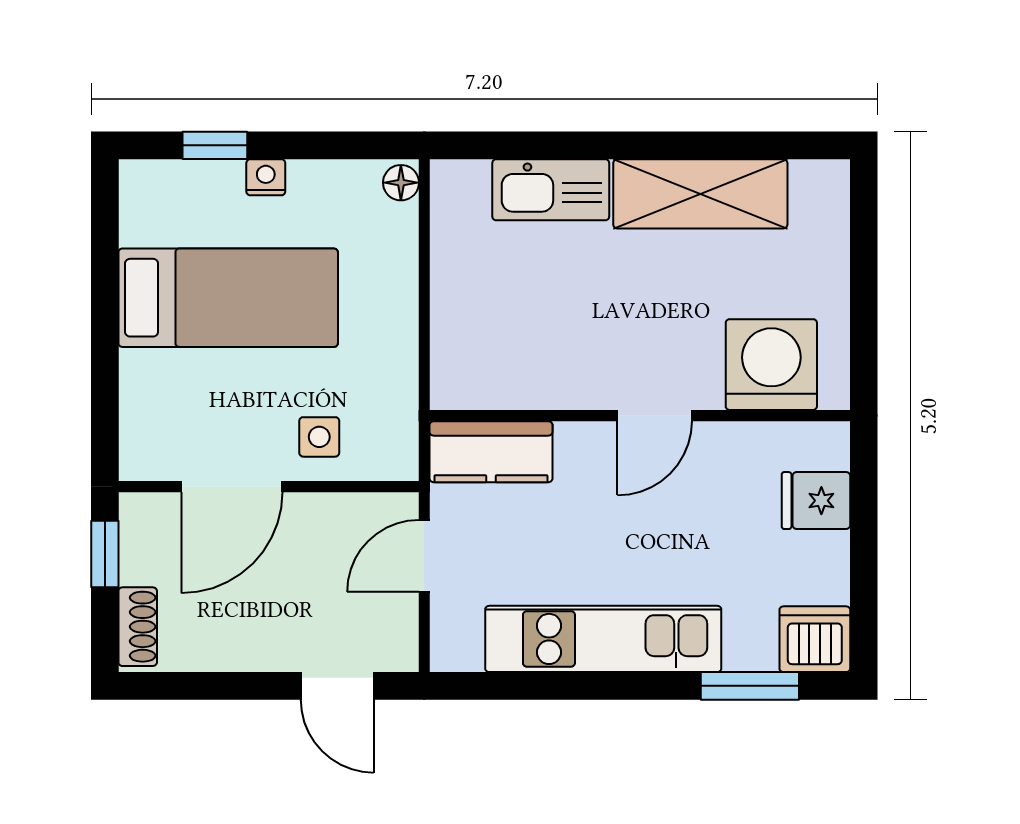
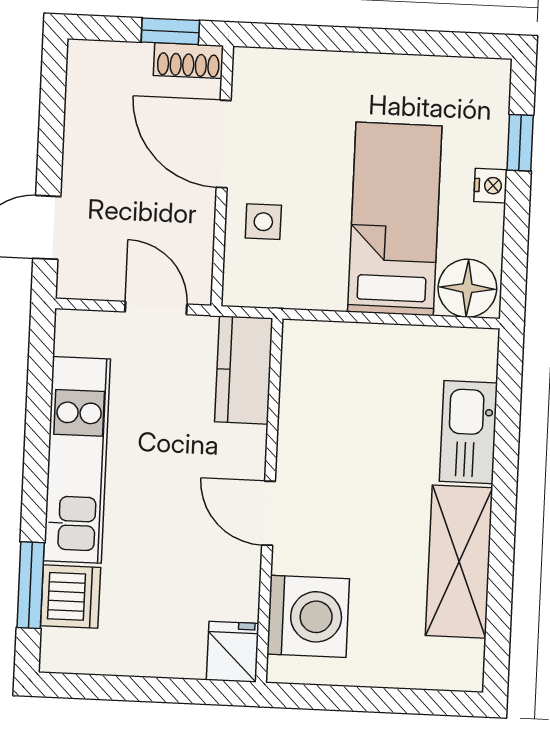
floor lamp: (401, 183) -> (467, 288), width x1.89, depth x1.89
bed: (228, 298) -> (395, 219), moved, turned 180
fridge: (816, 501) -> (233, 652), moved
shoe rack: (138, 627) -> (188, 61), moved
dishwasher: (815, 639) -> (71, 597), moved

